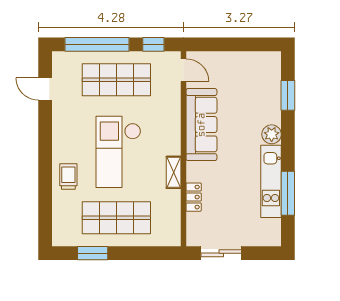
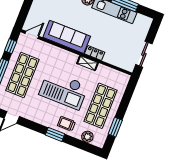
window: (45, 165) -> (55, 134), added
locker: (194, 197) -> (95, 53), moved
plant: (61, 216) -> (87, 137), added

